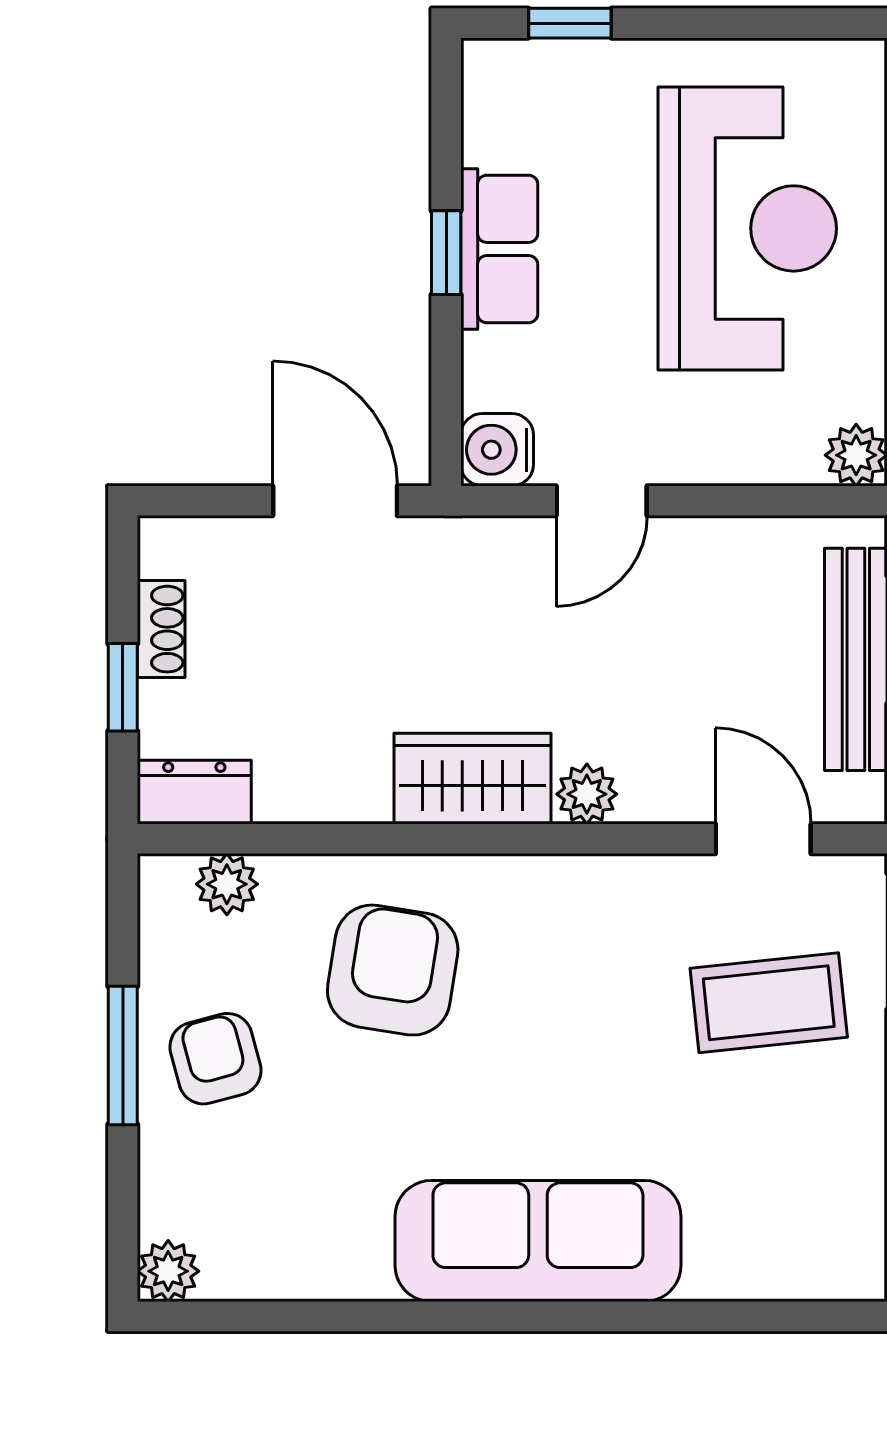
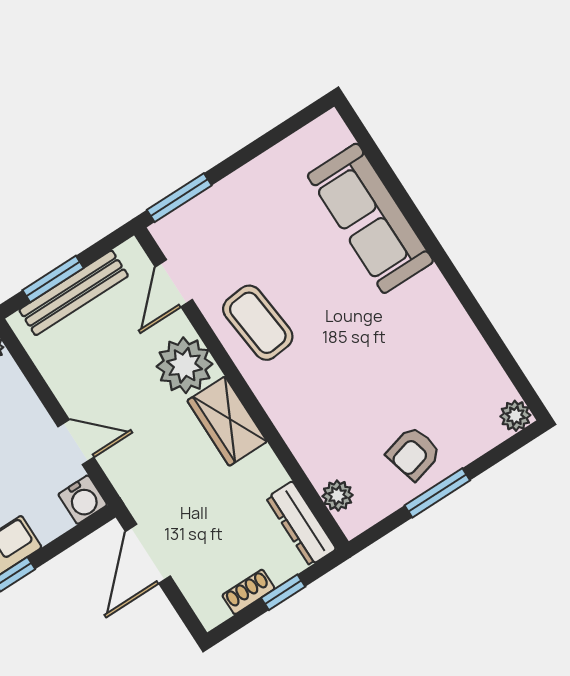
dresser: (194, 792) -> (301, 524), width x1.44
plant: (587, 794) -> (185, 365), width x1.88, depth x1.88
armchair: (393, 970) -> (329, 403), removed
coffee table: (769, 1003) -> (258, 323), moved
sofa: (538, 1241) -> (370, 218), moved

